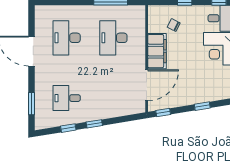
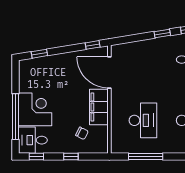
door: (147, 85) -> (109, 72), hinge flipped
window: (202, 106) -> (39, 54), moved

